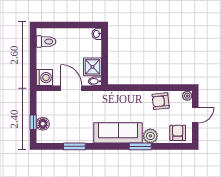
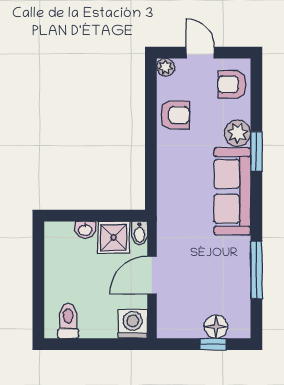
washbasin: (97, 34) -> (85, 230), moved
armchair: (161, 101) -> (175, 115), turned -84
window: (74, 146) -> (256, 270), width x1.44

